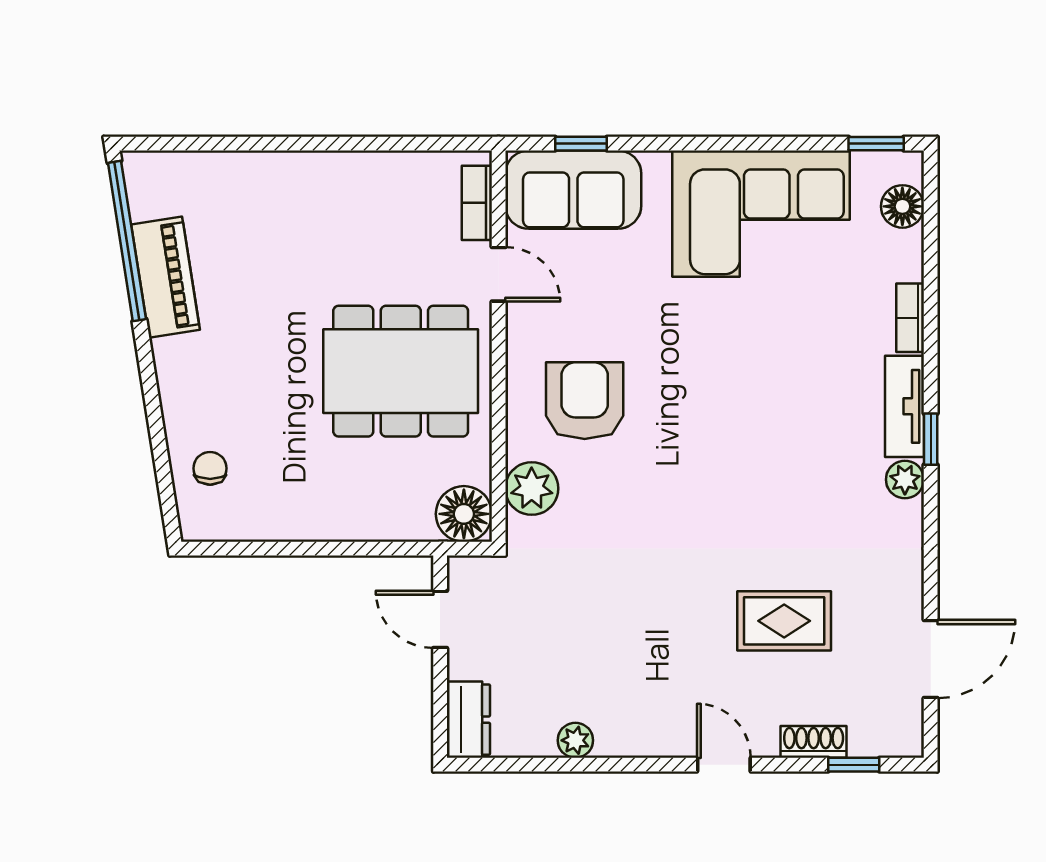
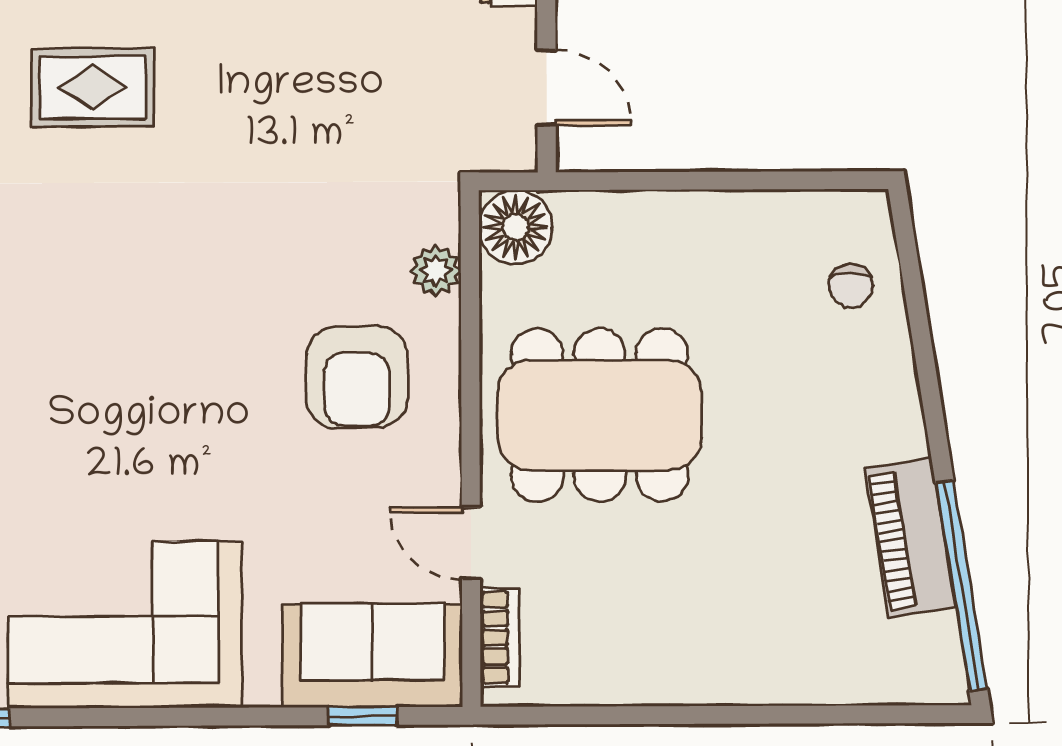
plant: (532, 488) -> (436, 270), width x0.73, depth x0.73

